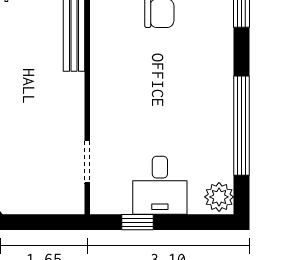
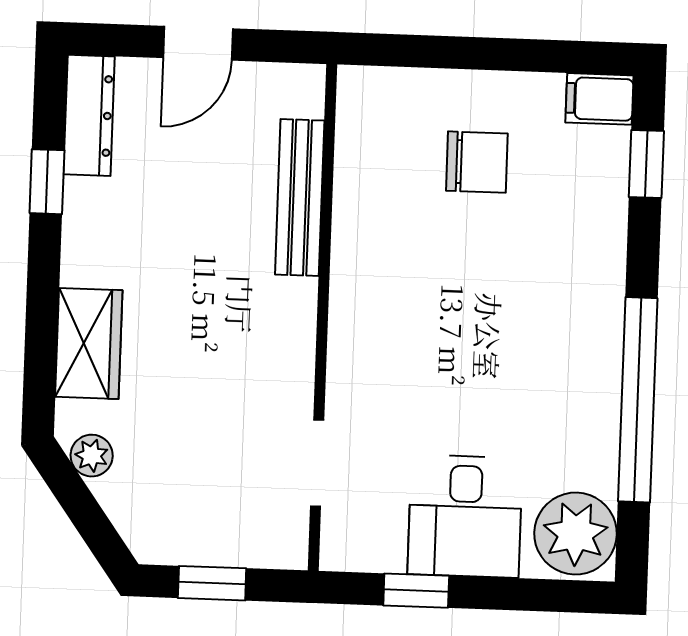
plant: (219, 197) -> (576, 534), width x1.36, depth x1.36
window: (38, 222) -> (212, 583), added

